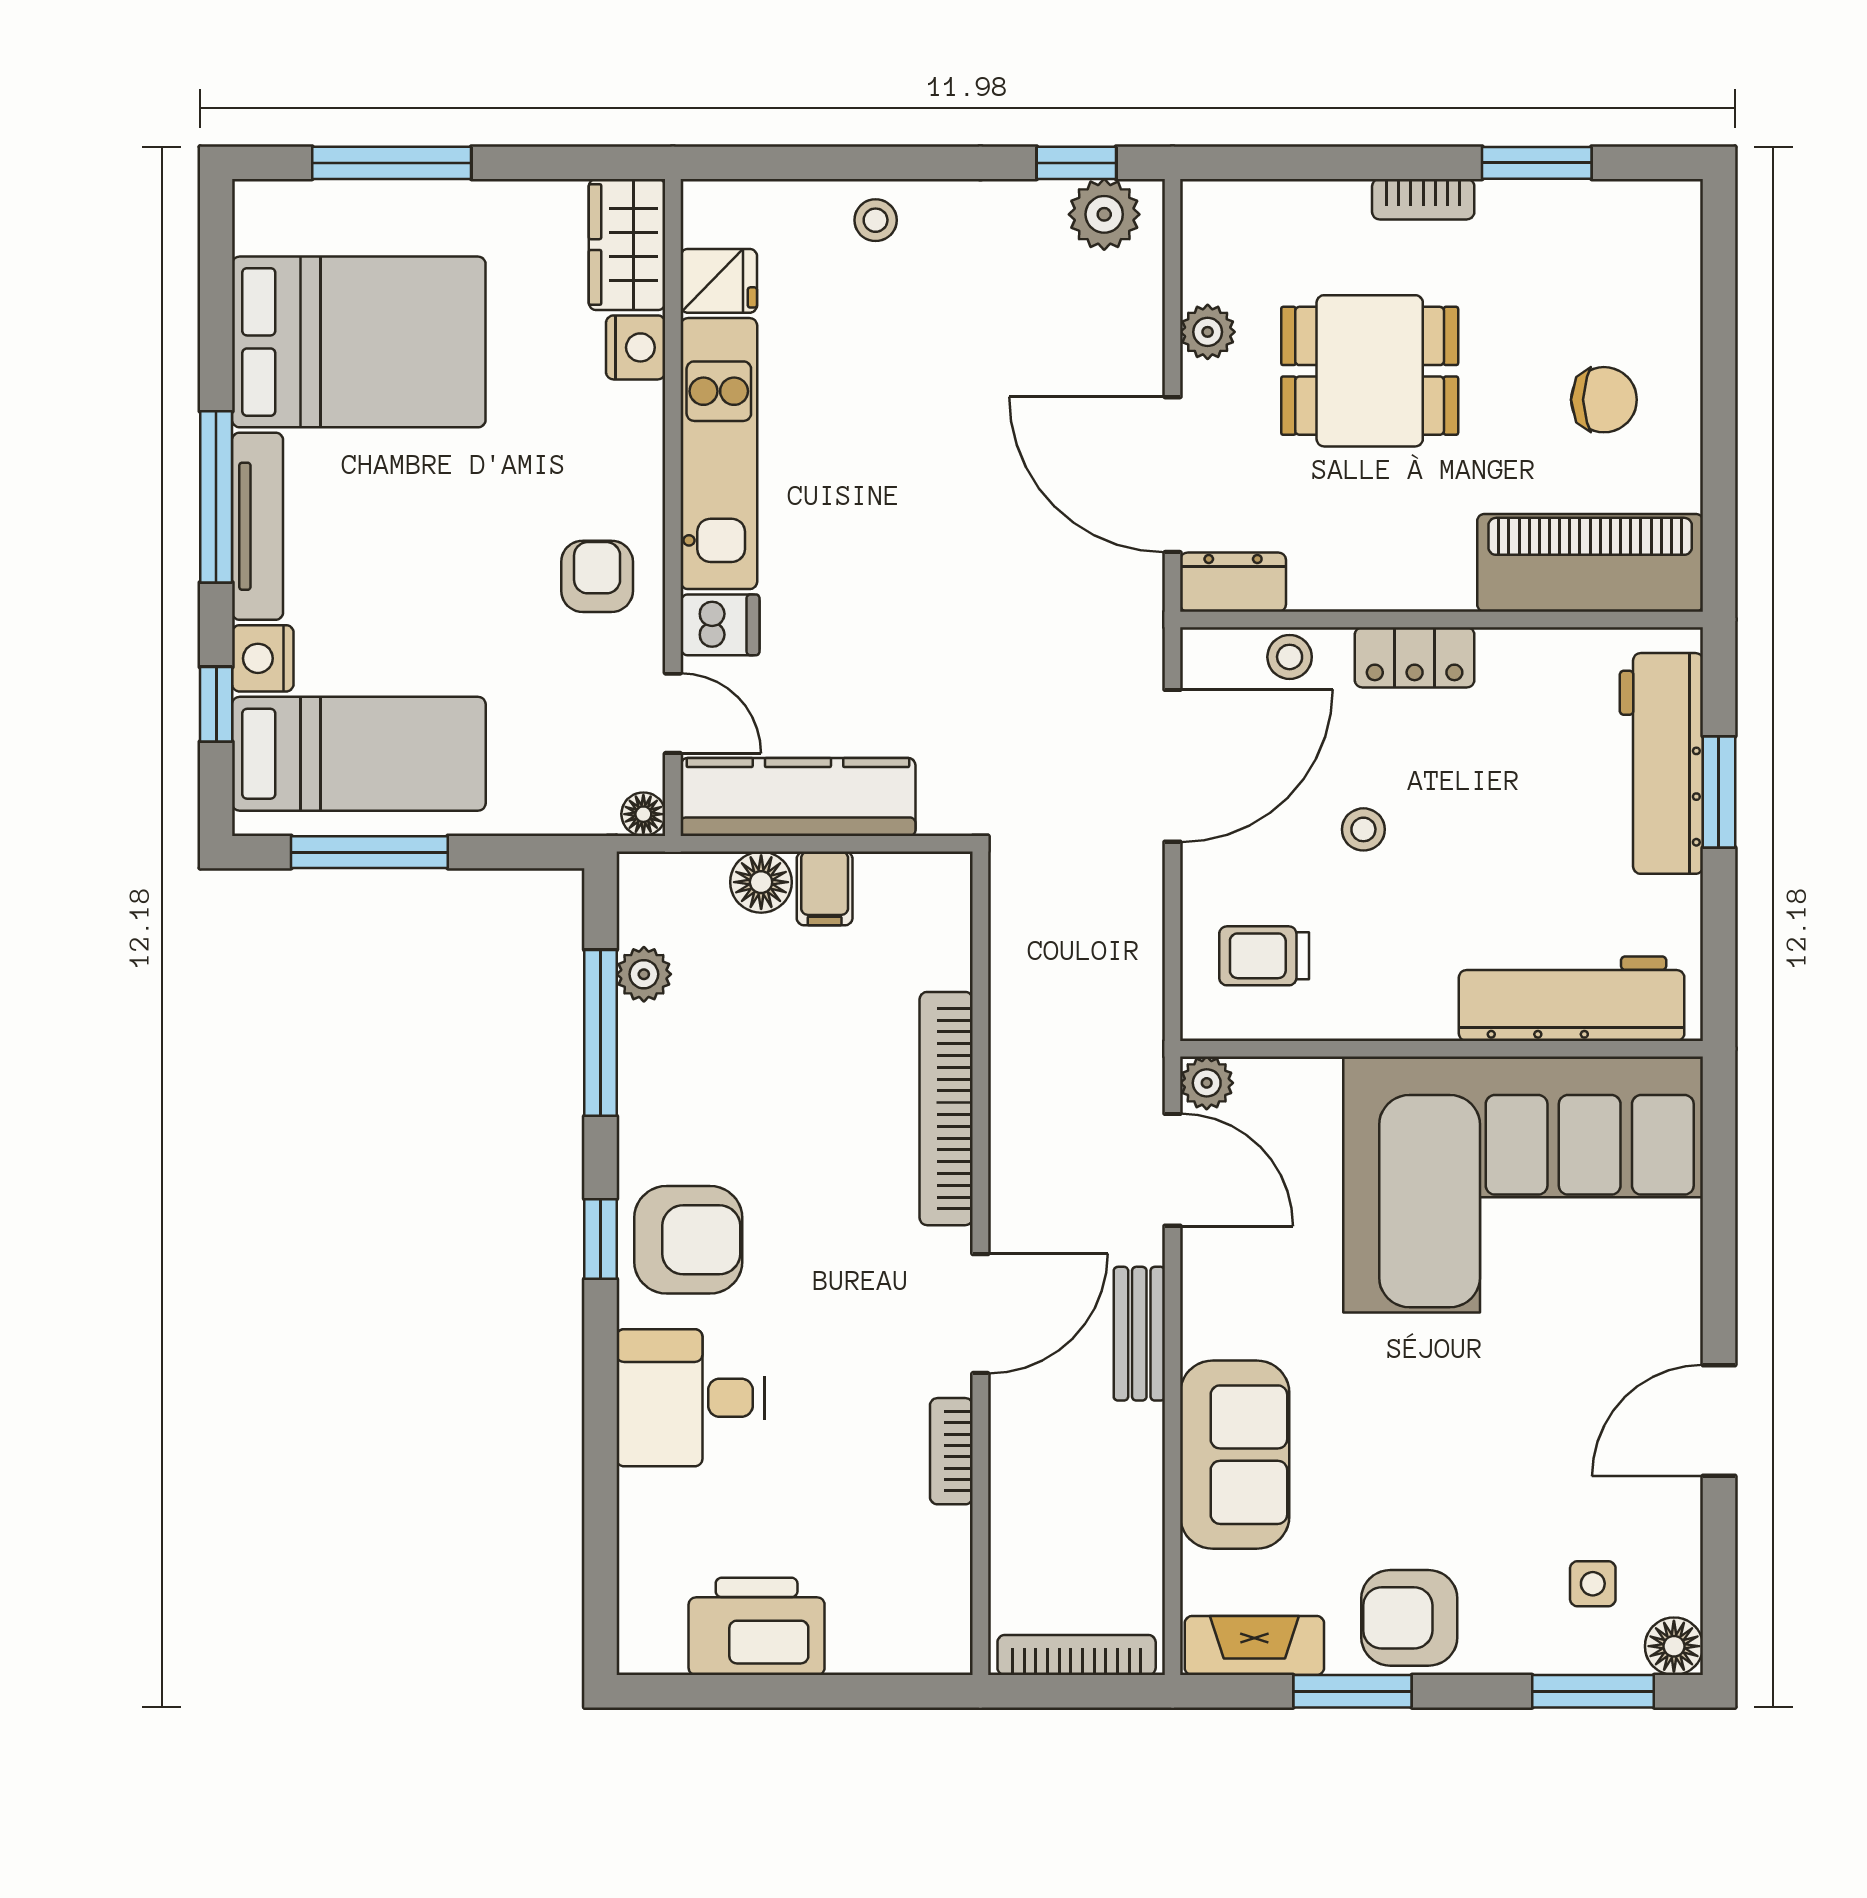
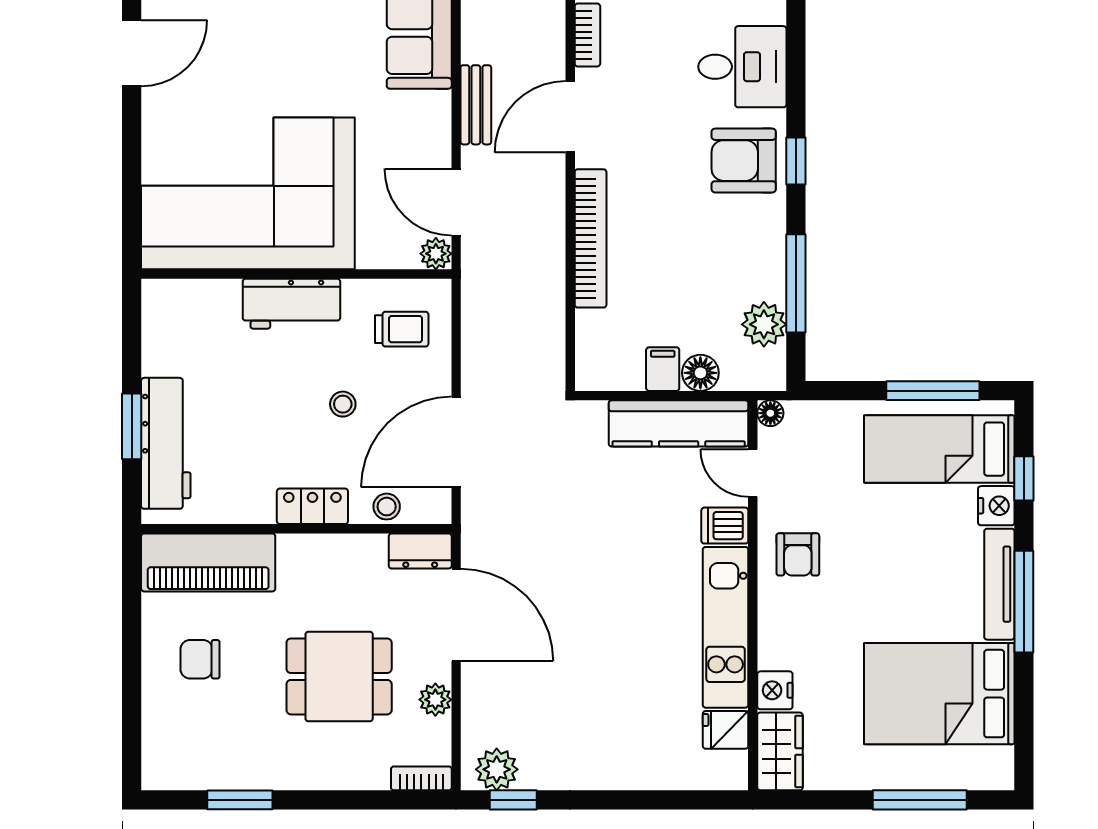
bookcase: (1423, 199) -> (421, 778), moved
stool: (876, 220) -> (632, 766), removed
plant: (644, 974) -> (764, 324), width x1.38, depth x1.38
workbench: (1572, 999) -> (291, 304), moved, width x0.73

